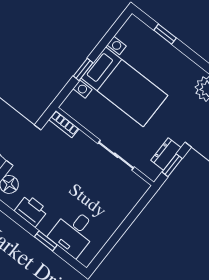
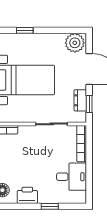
bookcase: (132, 201) -> (82, 144), added
desk: (73, 233) -> (71, 177), moved, turned -90

